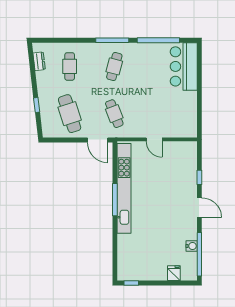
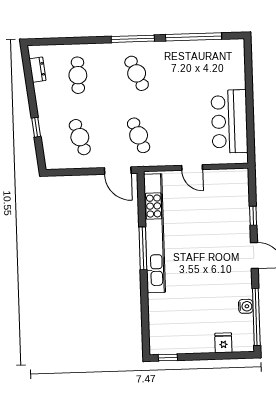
cafe table: (114, 66) -> (137, 73), turned -39
bar counter: (184, 66) -> (230, 121), moved
cafe table: (70, 114) -> (80, 137), width x0.73, depth x0.74

